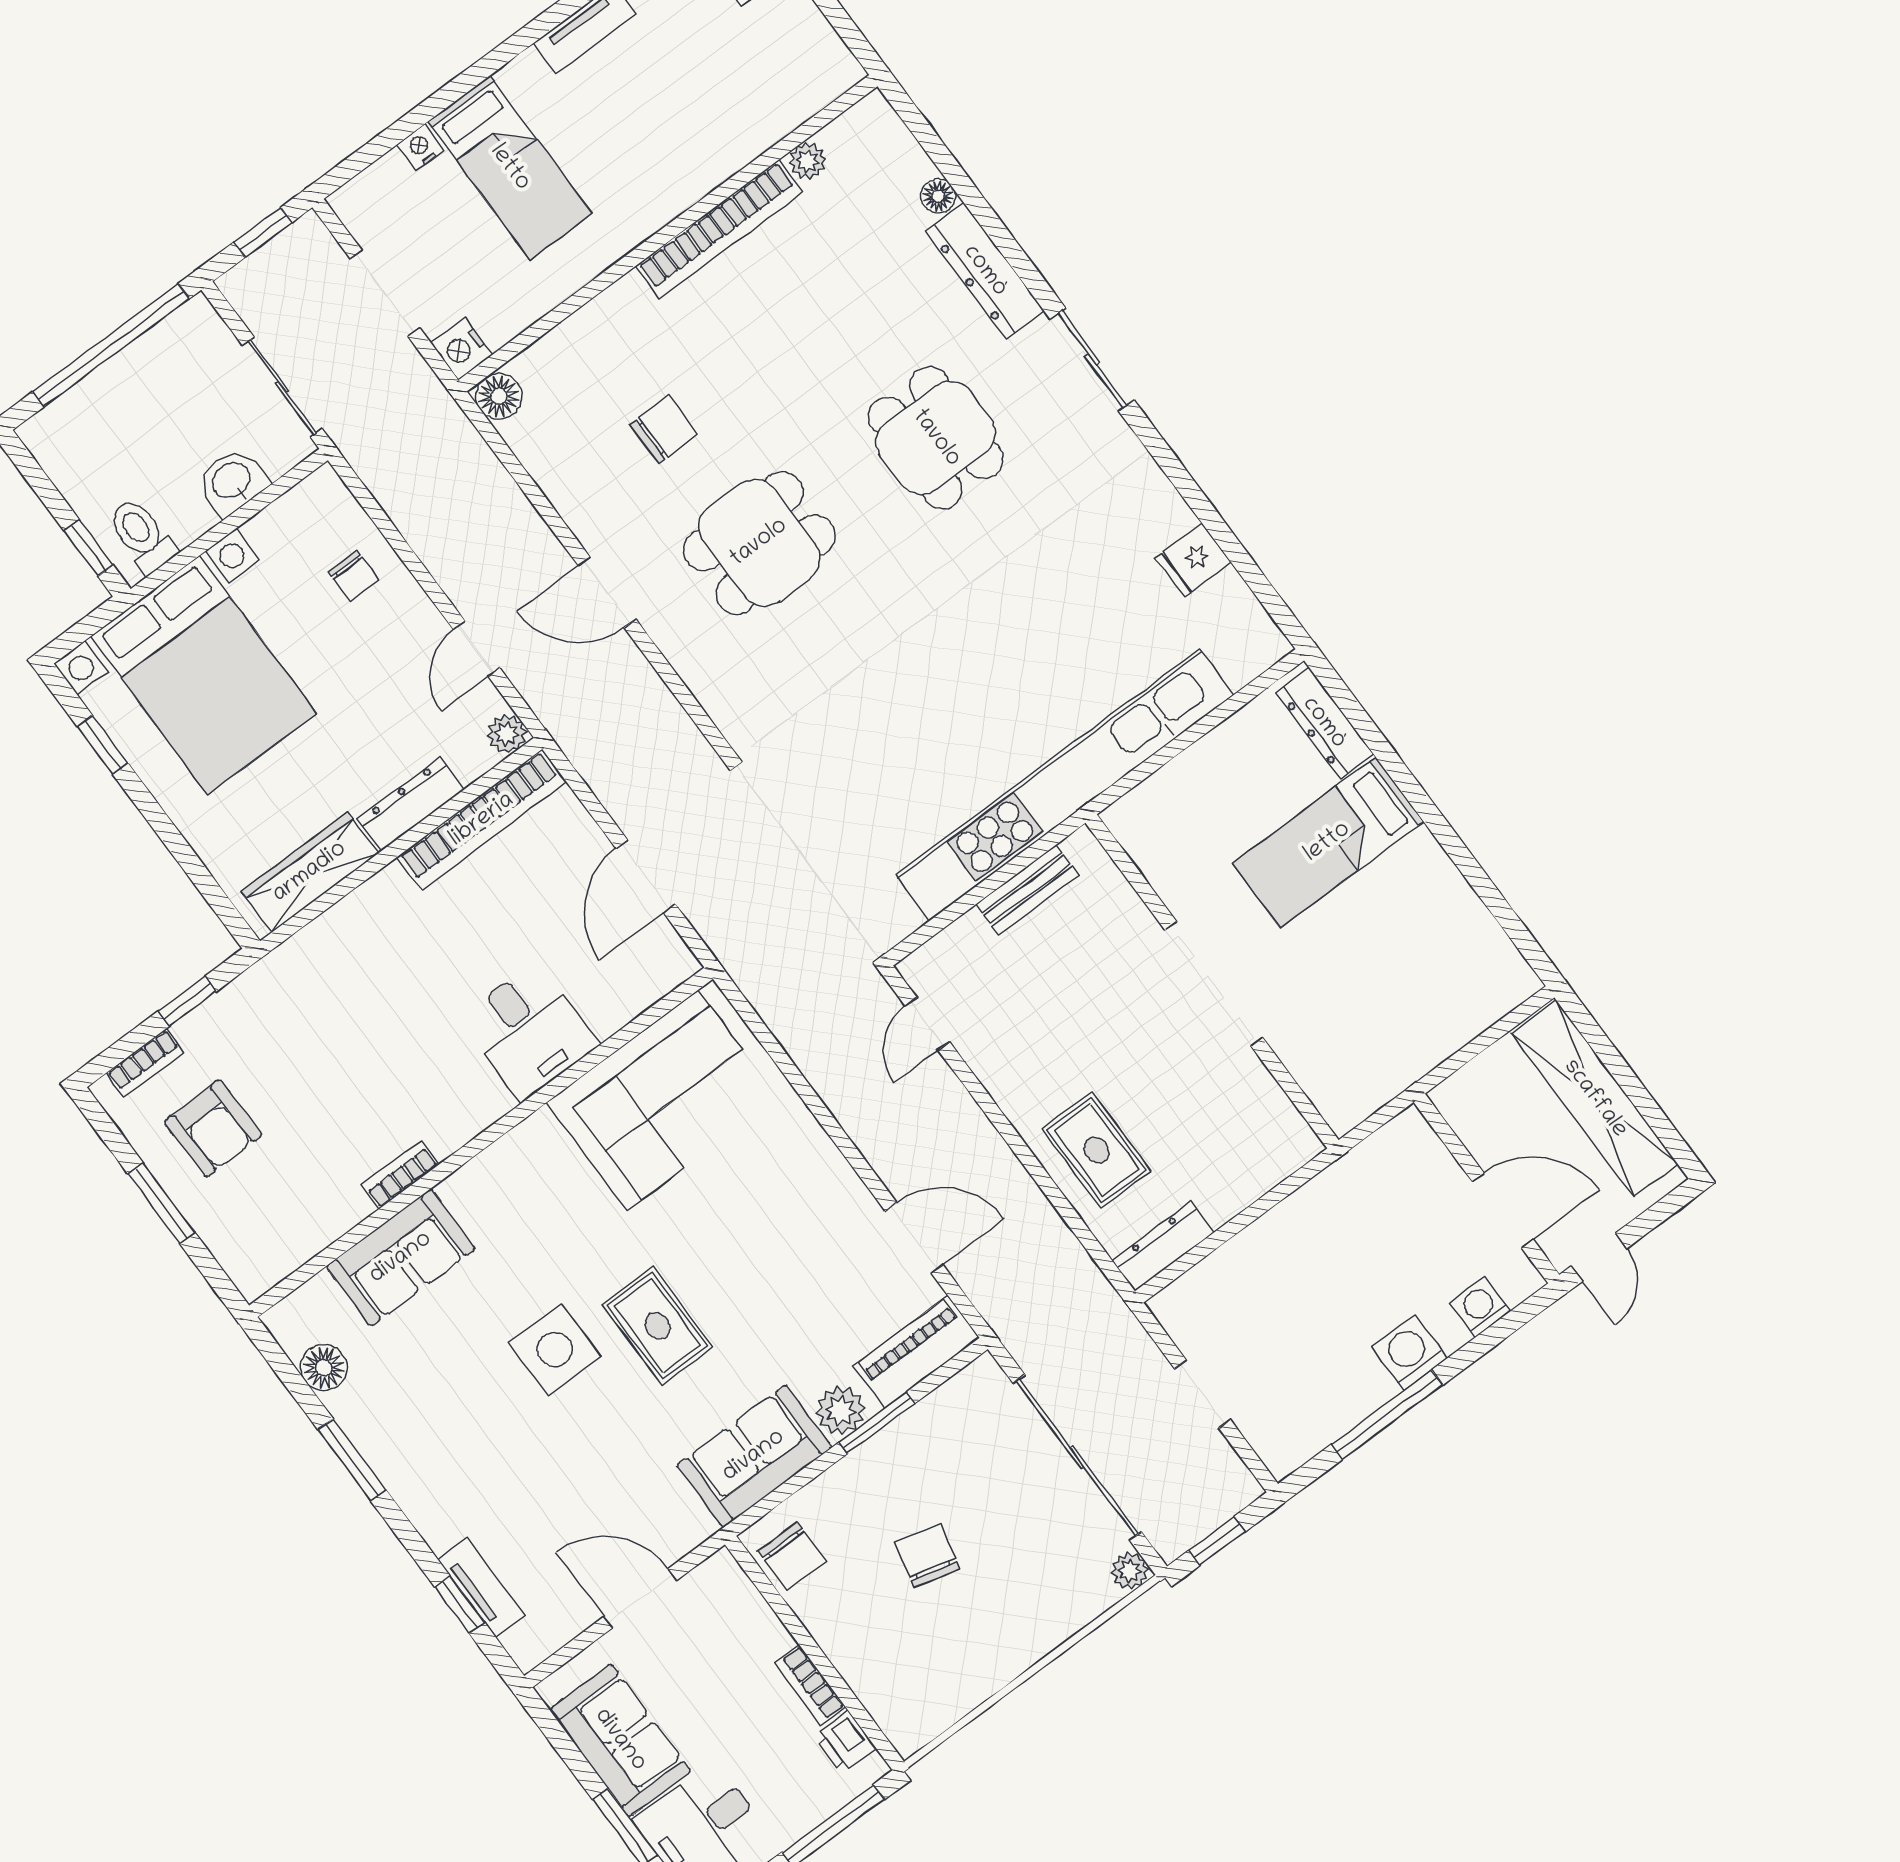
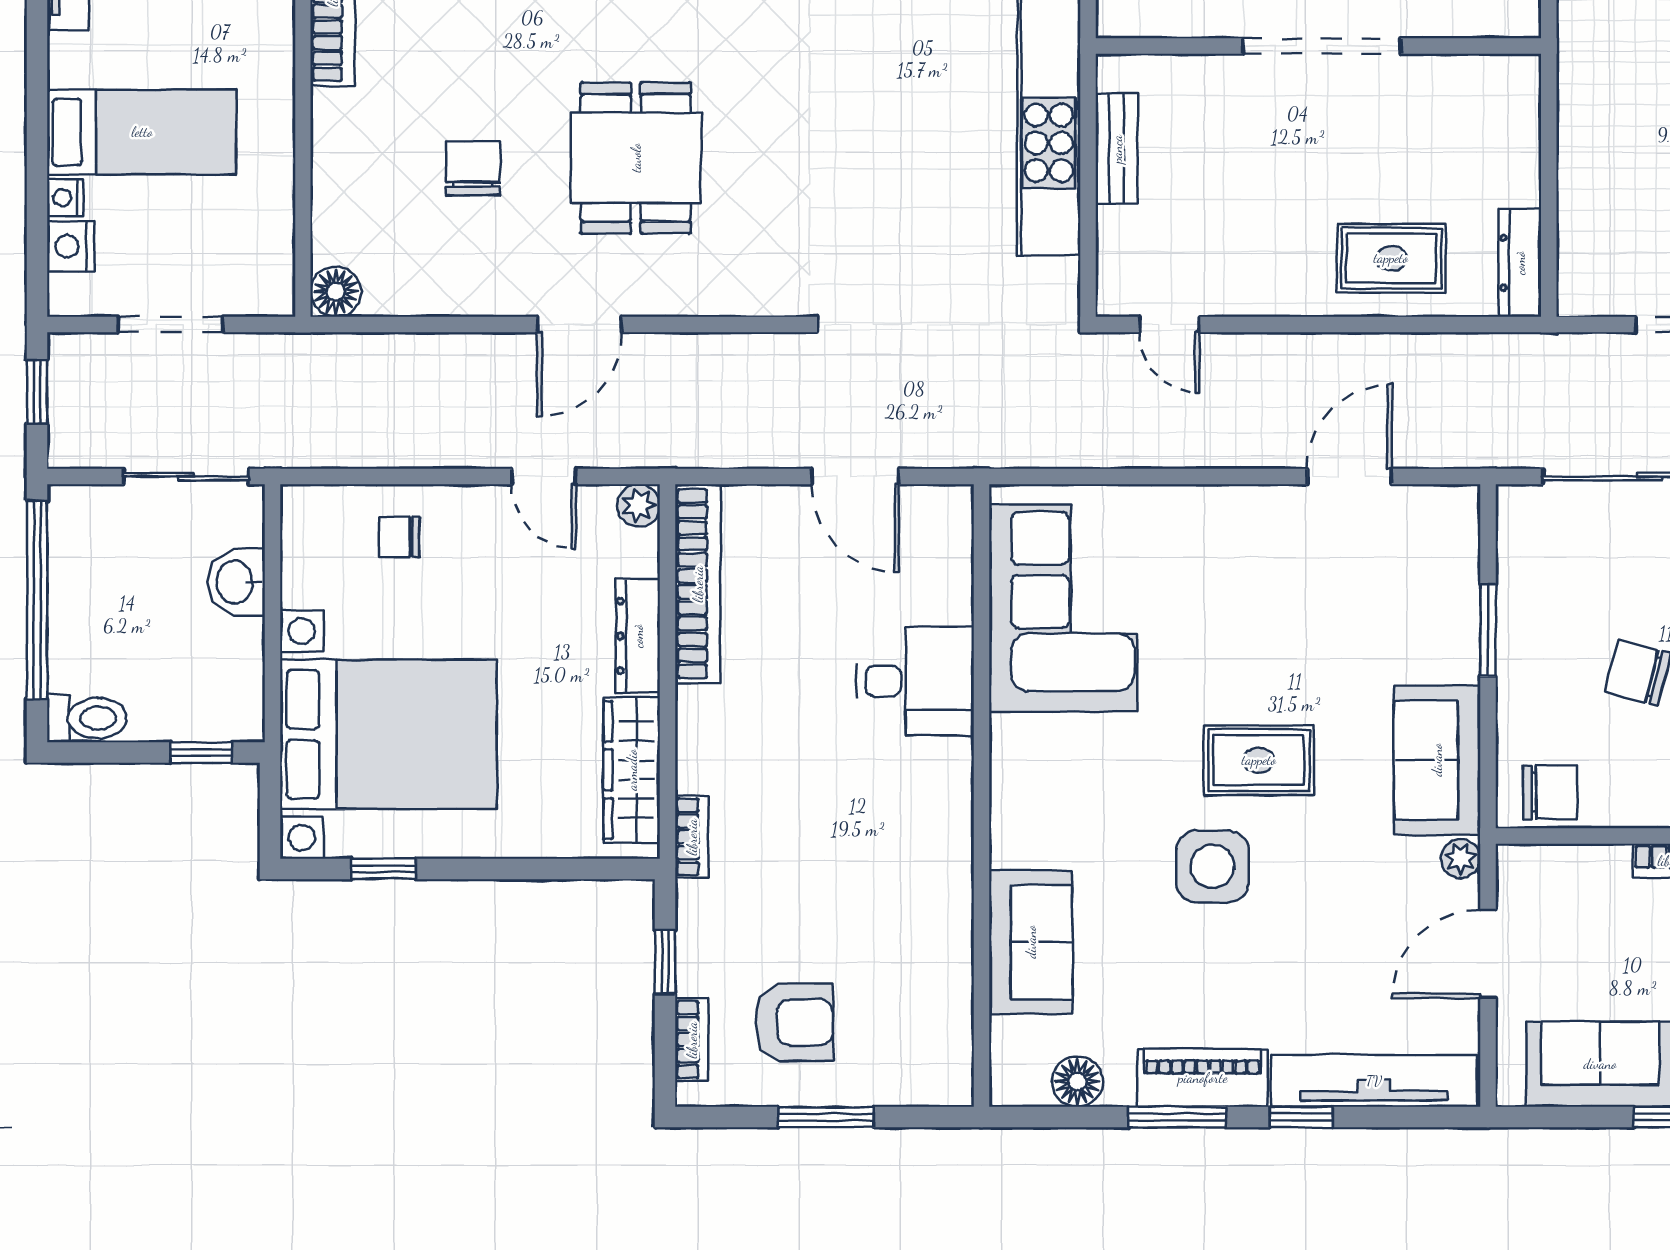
nightstand: (462, 349) -> (71, 246), moved, turned 90
toilet: (142, 536) -> (87, 718), moved, turned 180
chair: (354, 576) -> (399, 537), turned 180
bookcase: (400, 1175) -> (692, 837), moved, turned 180
piano: (916, 1352) -> (1203, 1078), moved, turned 90
plant: (840, 1411) -> (1461, 859), moved, width x0.73, depth x0.73
tv unit: (481, 1587) -> (1374, 1081), width x1.92, depth x1.29
window: (460, 1605) -> (1301, 1117), moved

